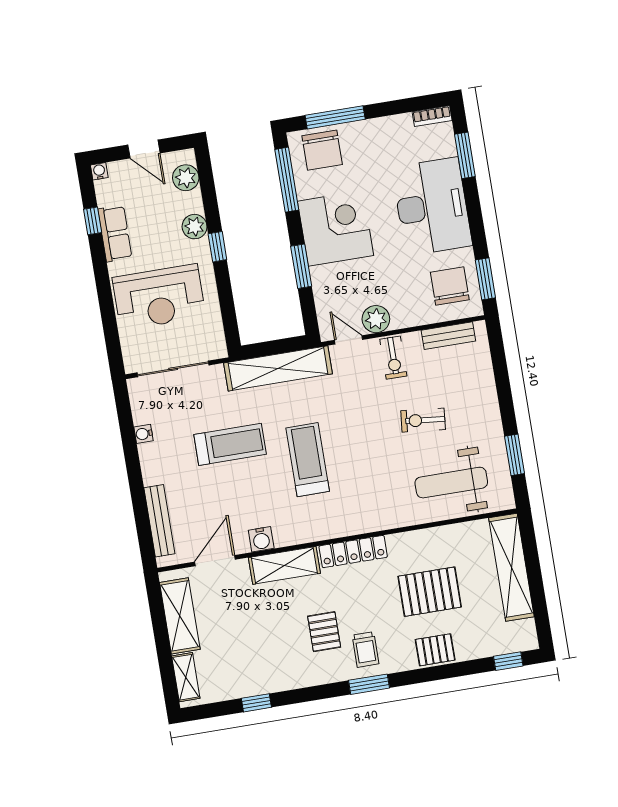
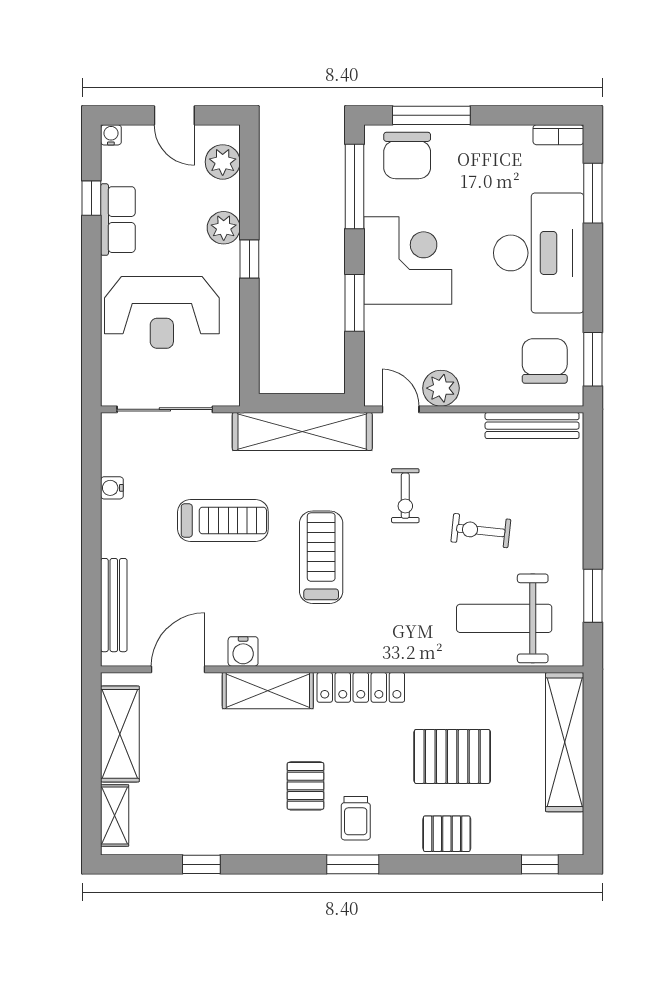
bench: (448, 336) -> (532, 426), width x1.36
exercise bike: (393, 358) -> (405, 496), moved

